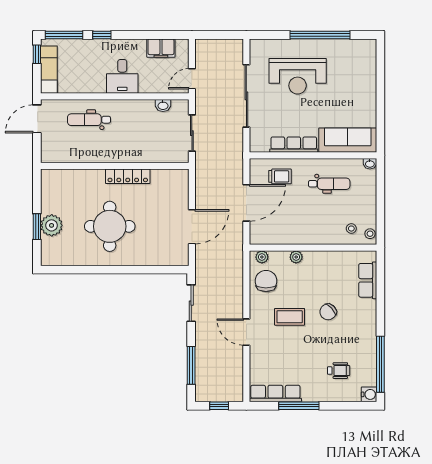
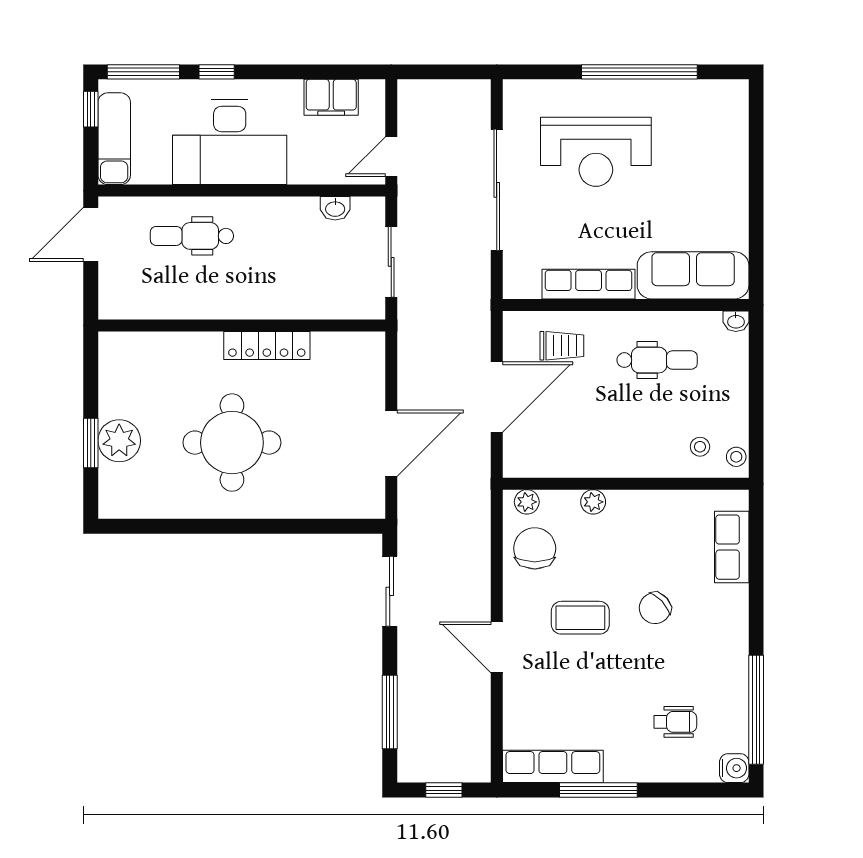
desk: (122, 76) -> (230, 142), width x1.87, depth x1.30

